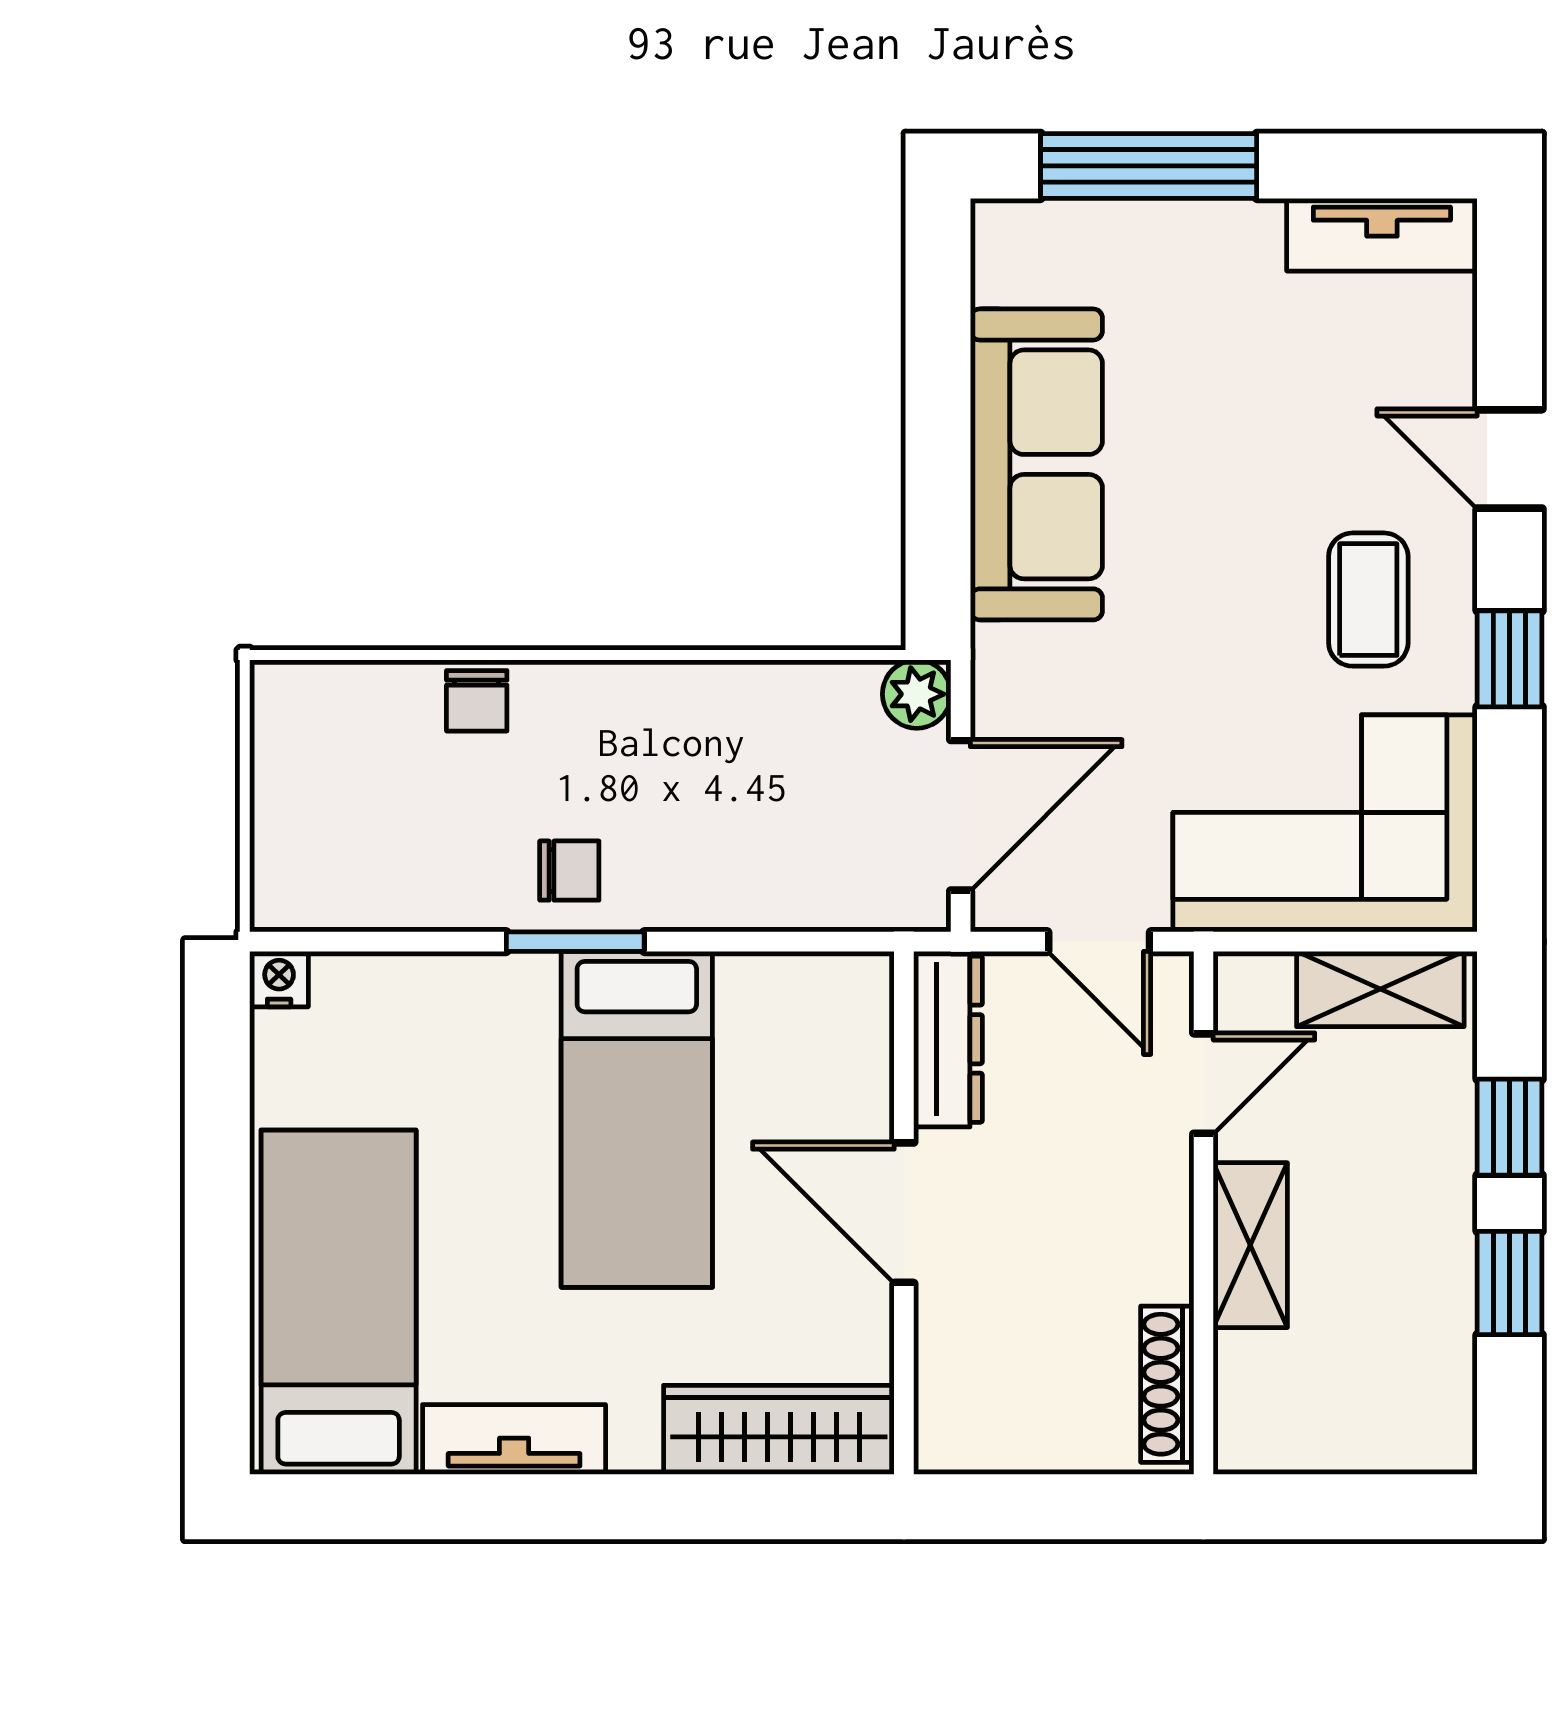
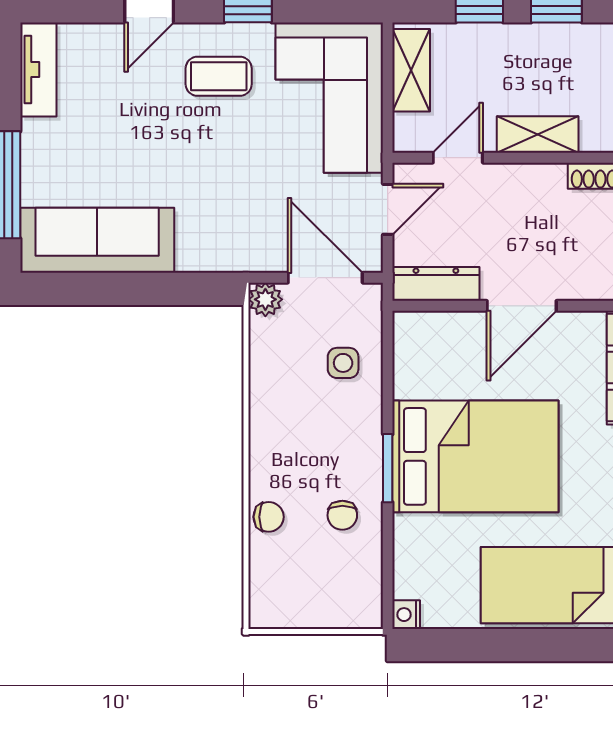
sofa: (1036, 464) -> (97, 240), moved
side table: (788, 851) -> (343, 363), added
chair: (569, 871) -> (342, 515), moved, turned 180
door: (1204, 1084) -> (458, 158), hinge flipped
bed: (637, 1119) -> (475, 456), width x1.50

